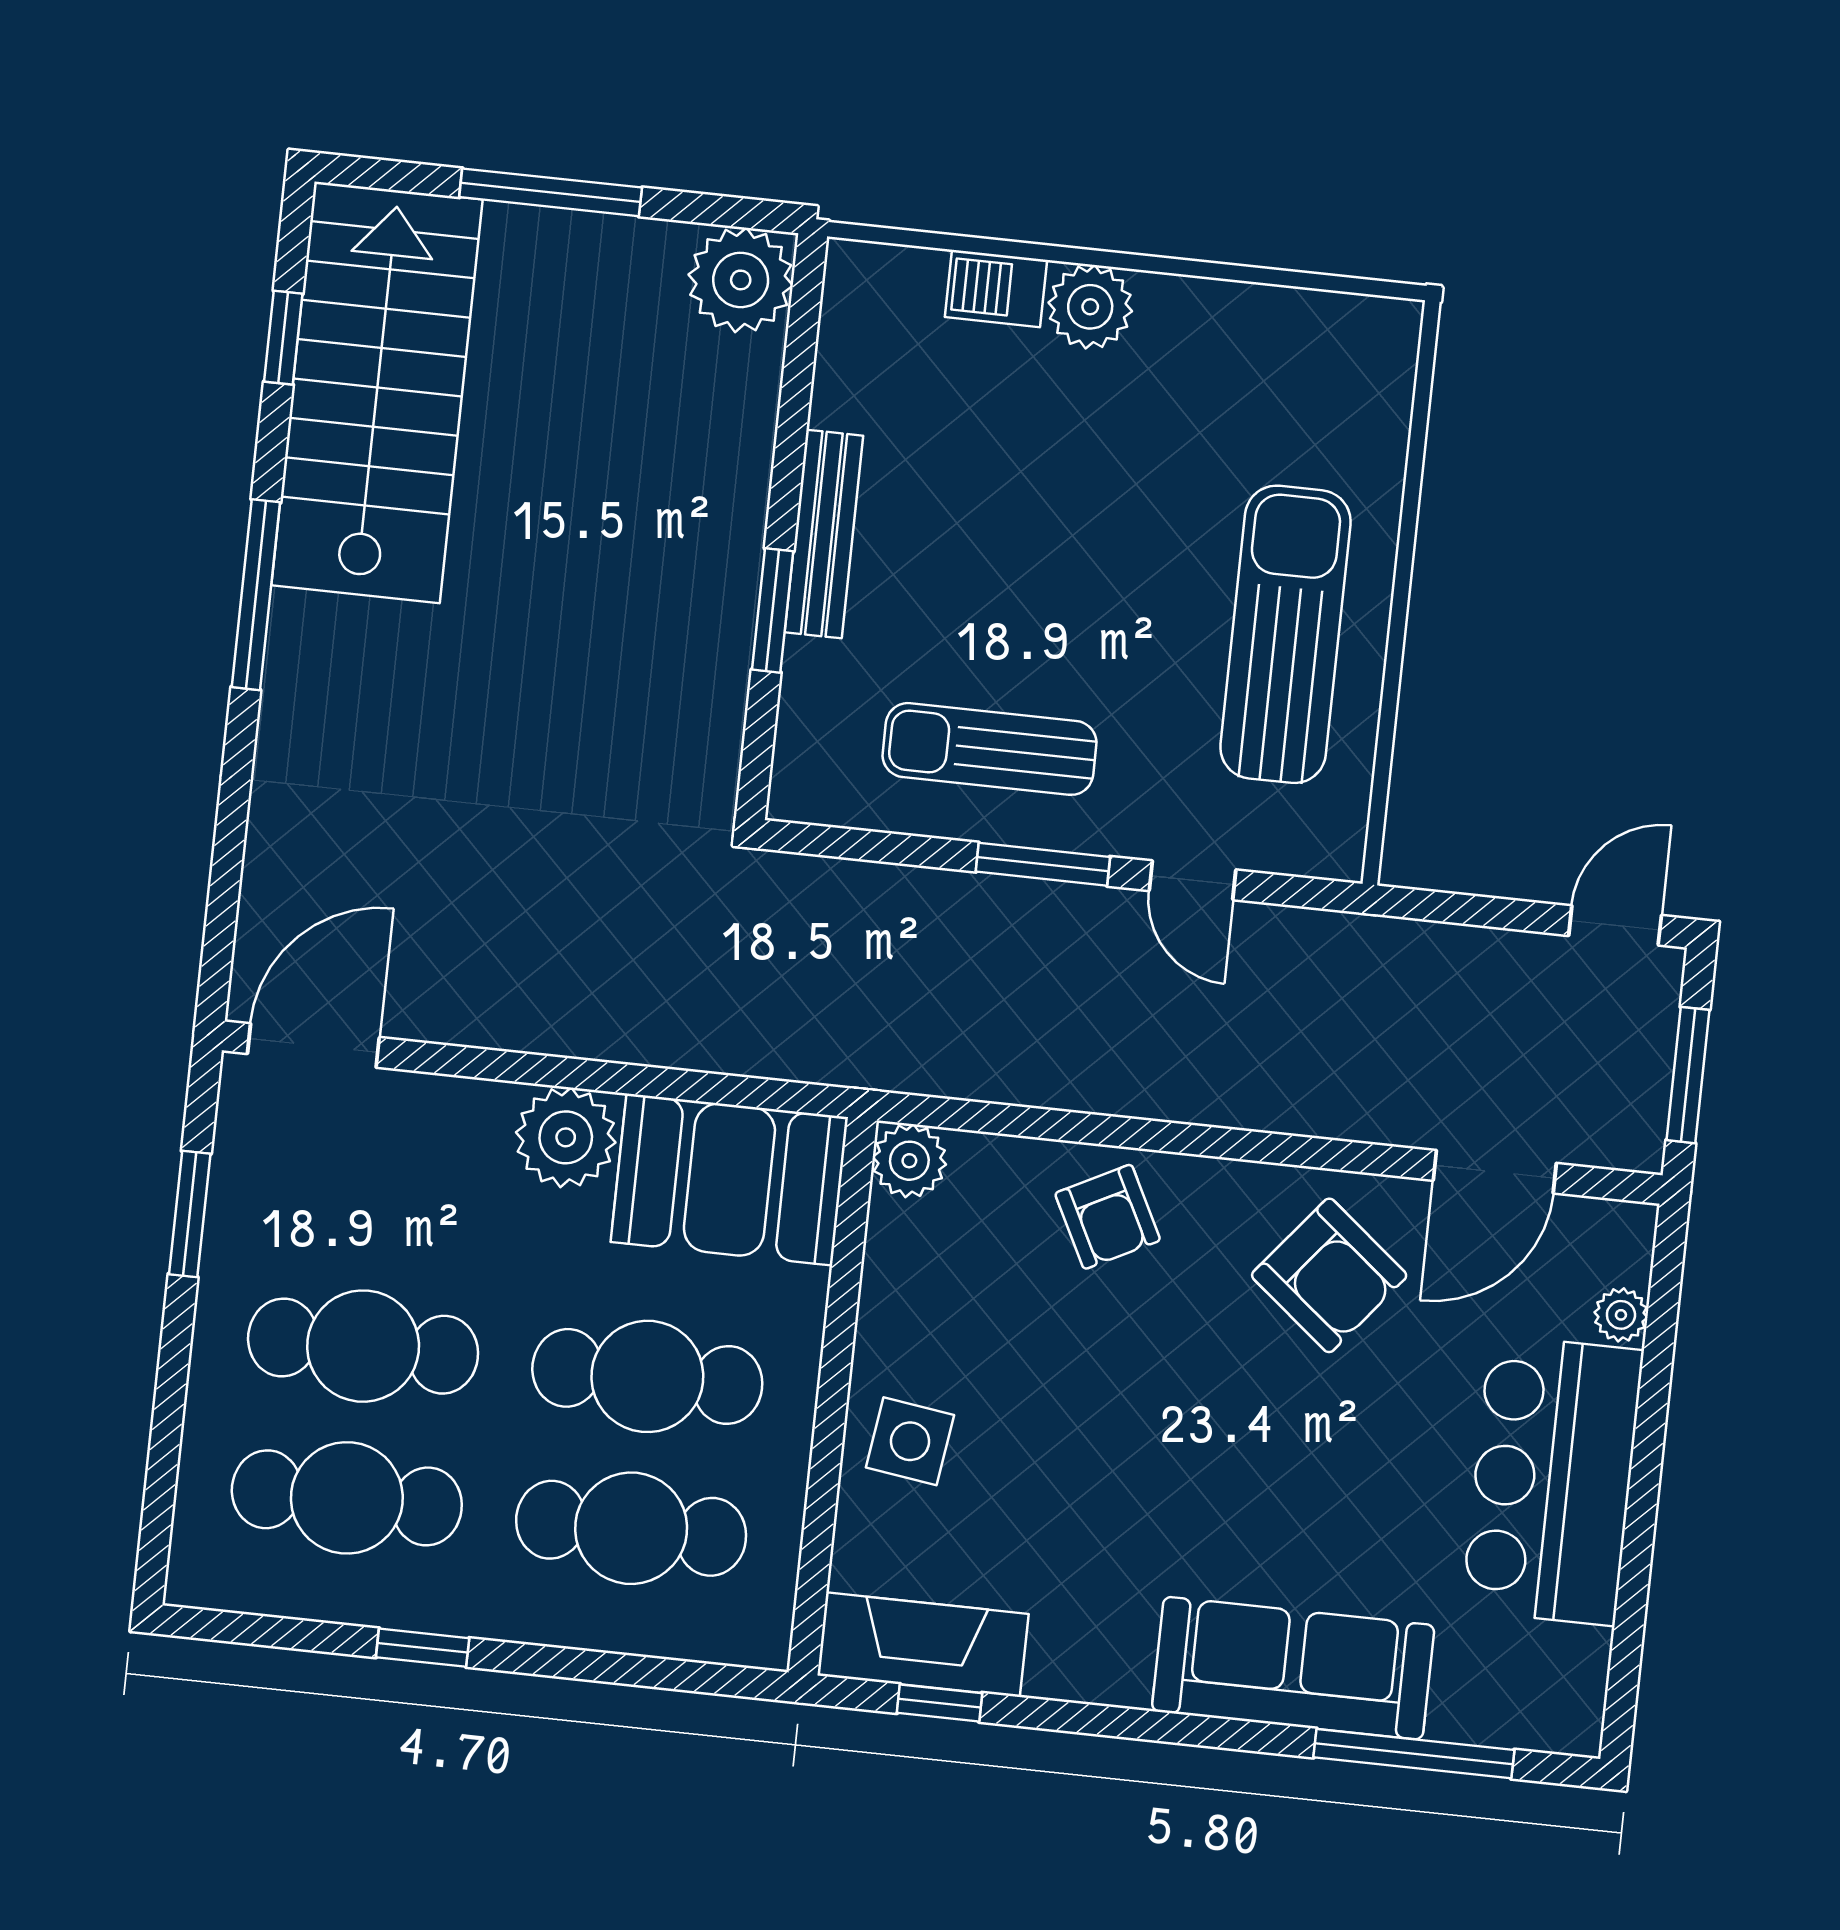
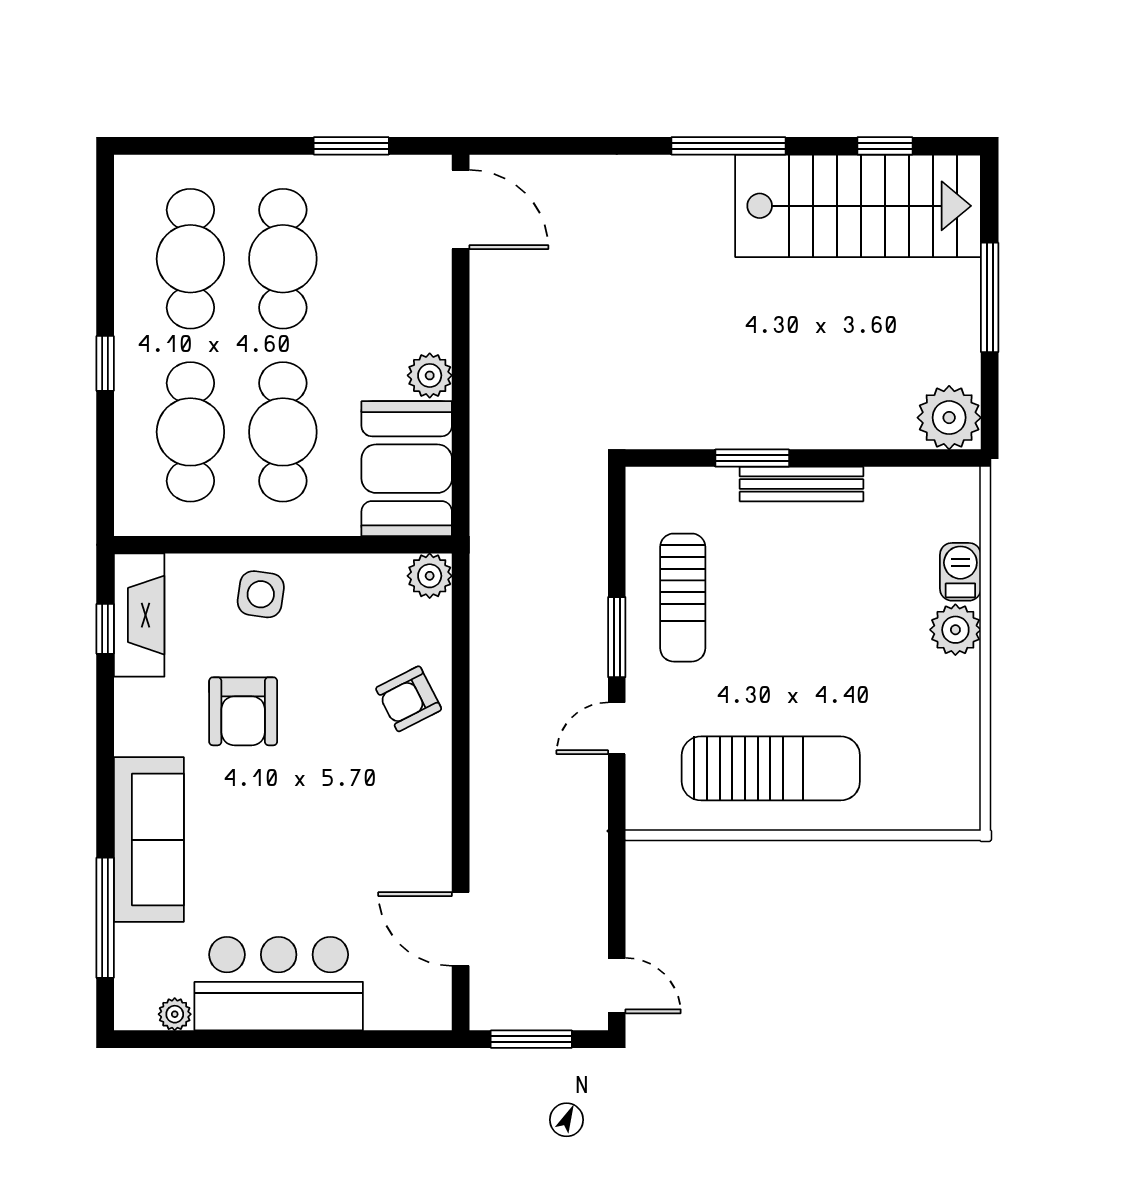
sun lounger: (990, 749) -> (683, 598), turned 180
plant: (566, 1137) -> (430, 375), width x0.73, depth x0.73
armchair: (1329, 1275) -> (243, 711), moved, turned -39
plant: (1621, 1315) -> (175, 1014), moved
window: (423, 1648) -> (105, 363), moved

